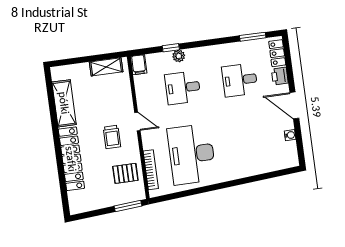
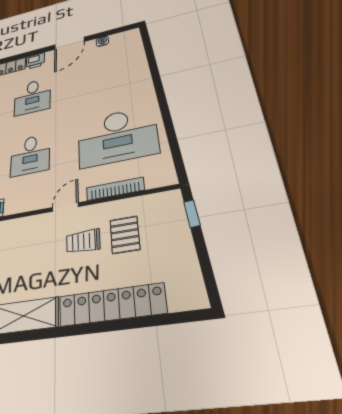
trolley: (112, 137) -> (83, 241), turned 180
bookcase: (151, 170) -> (115, 189), moved
pallet: (125, 173) -> (125, 235), moved
window: (128, 206) -> (192, 214), width x0.67

